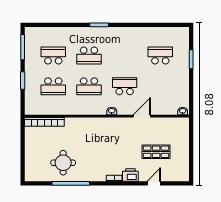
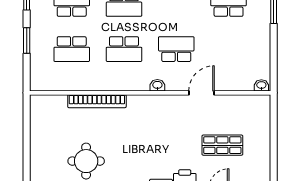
bookcase: (44, 122) -> (97, 101), moved

